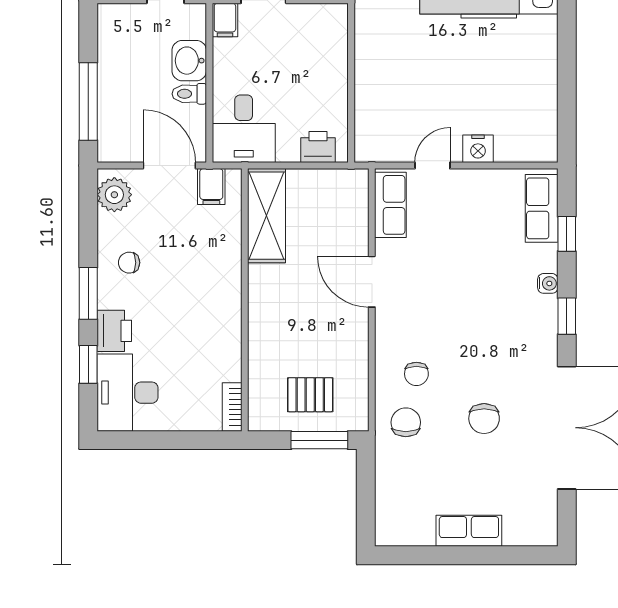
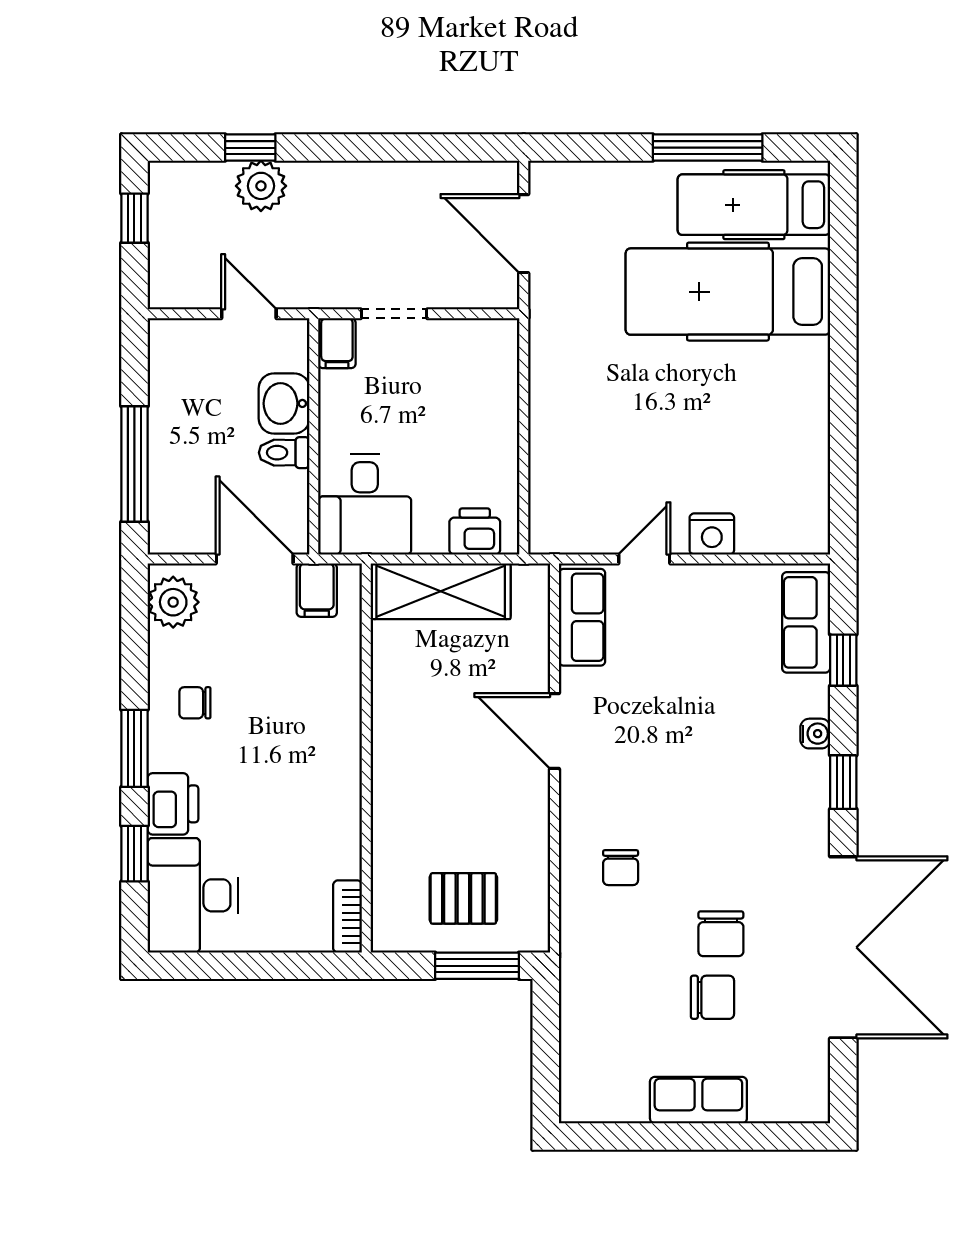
shelving: (267, 216) -> (441, 591), moved, turned 90
chair: (406, 422) -> (712, 997), moved, turned 90

